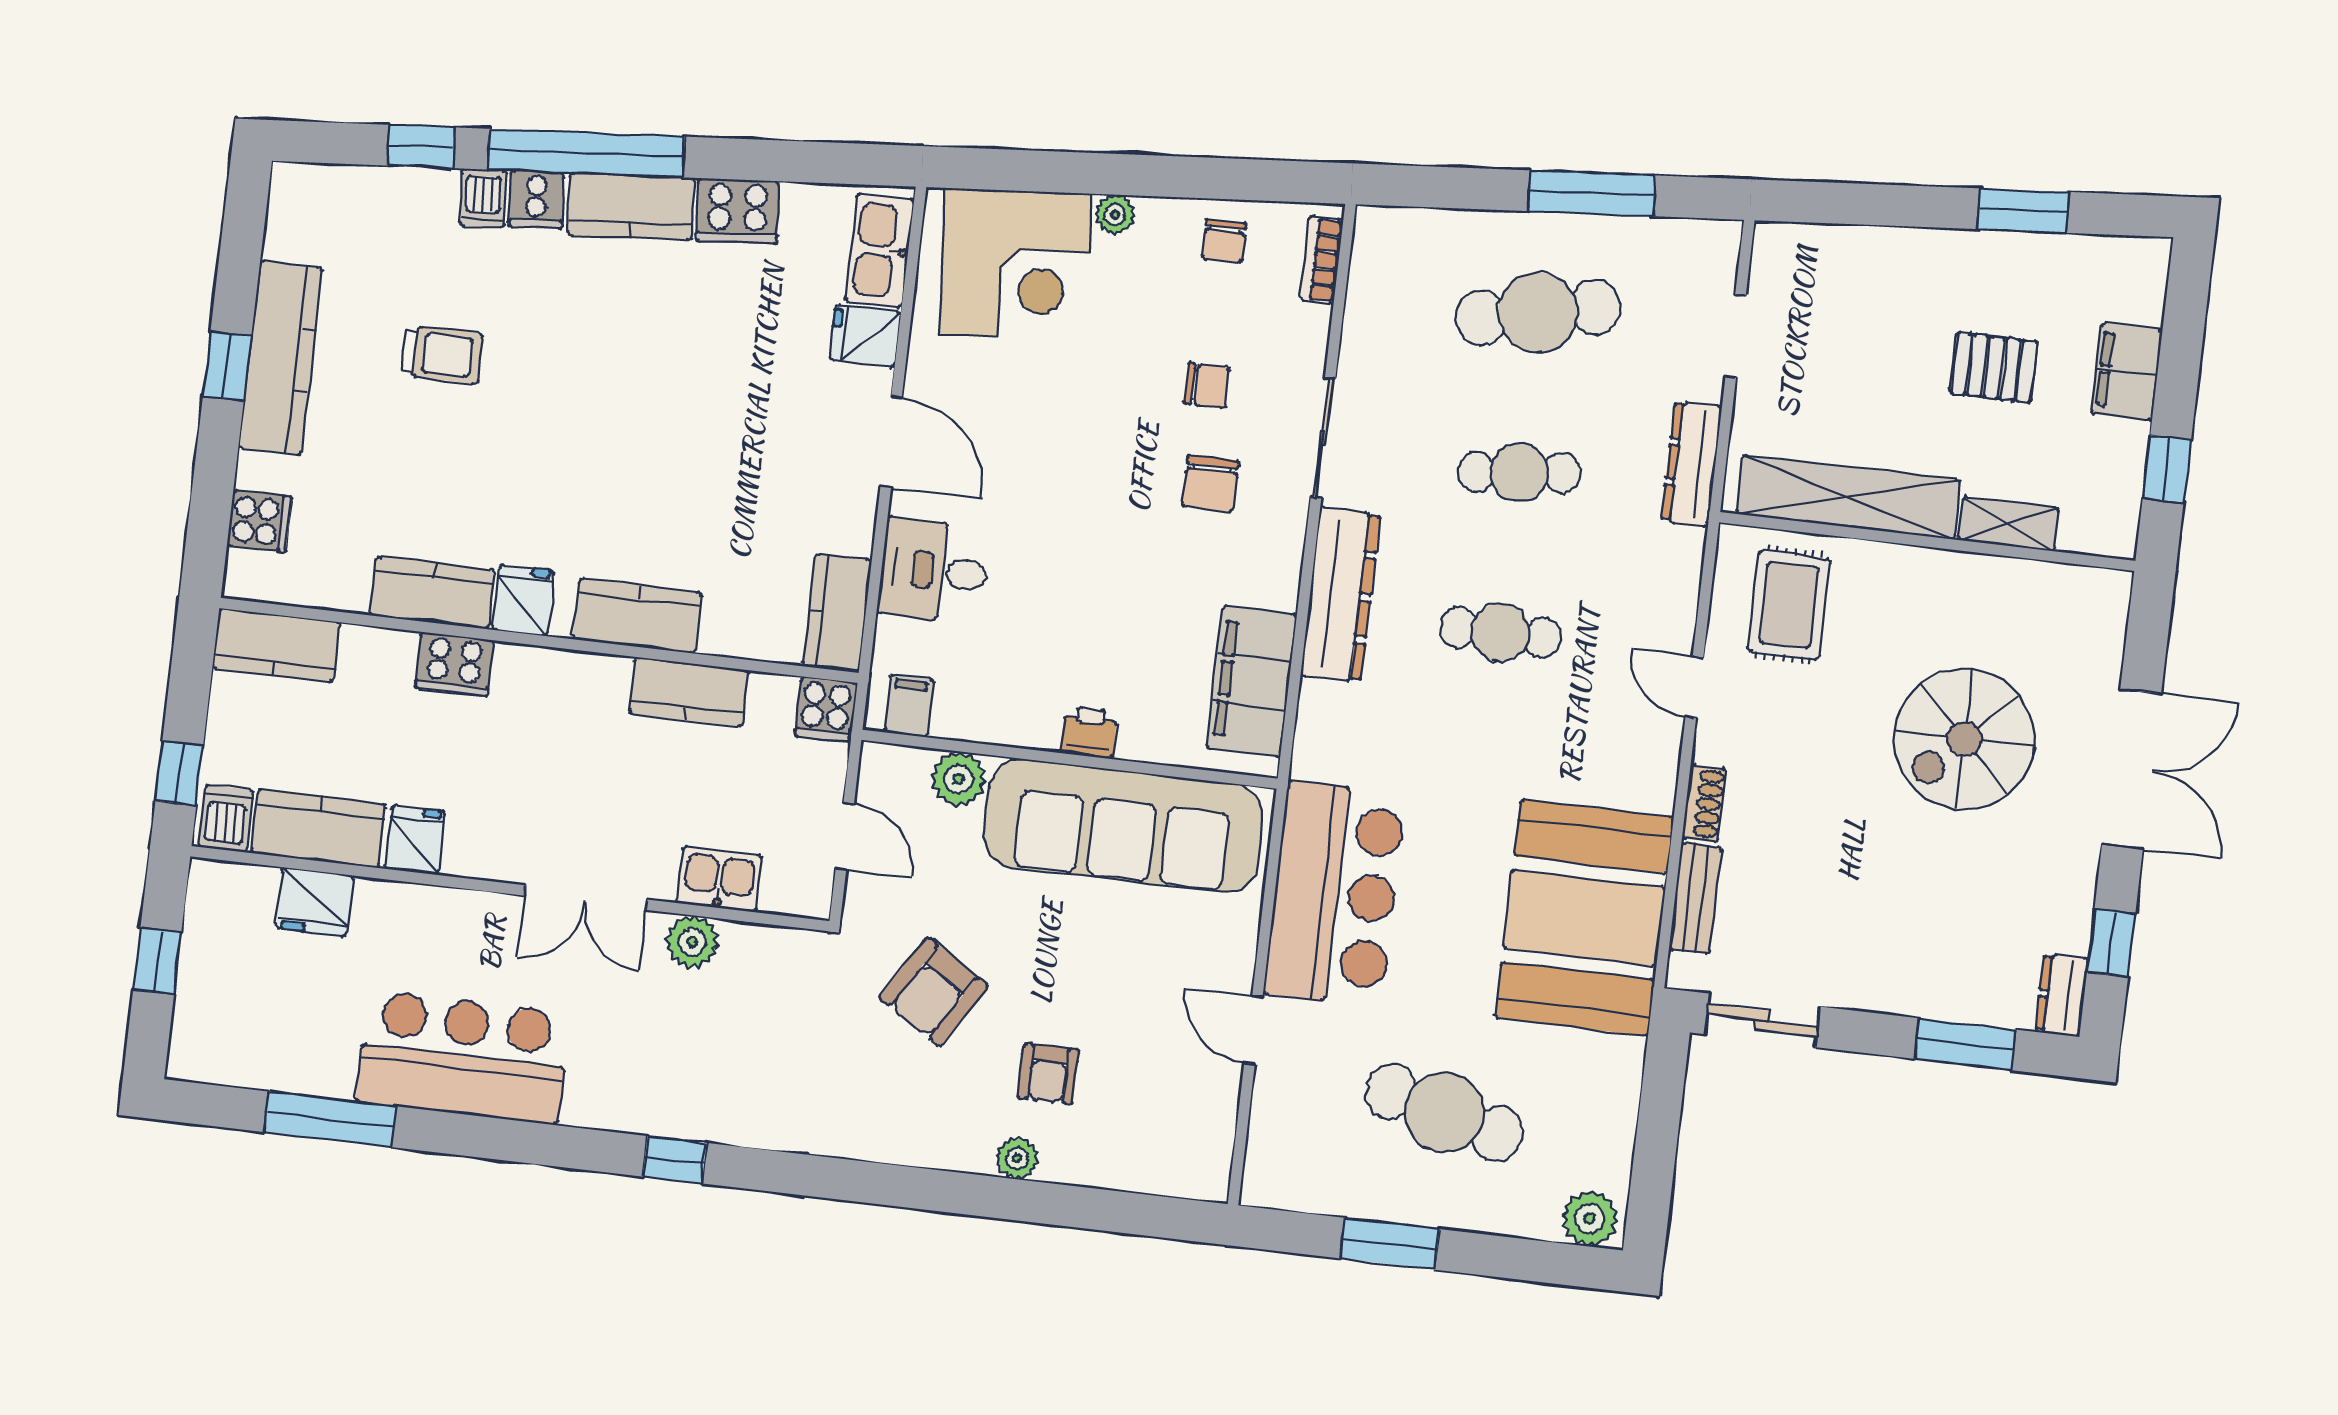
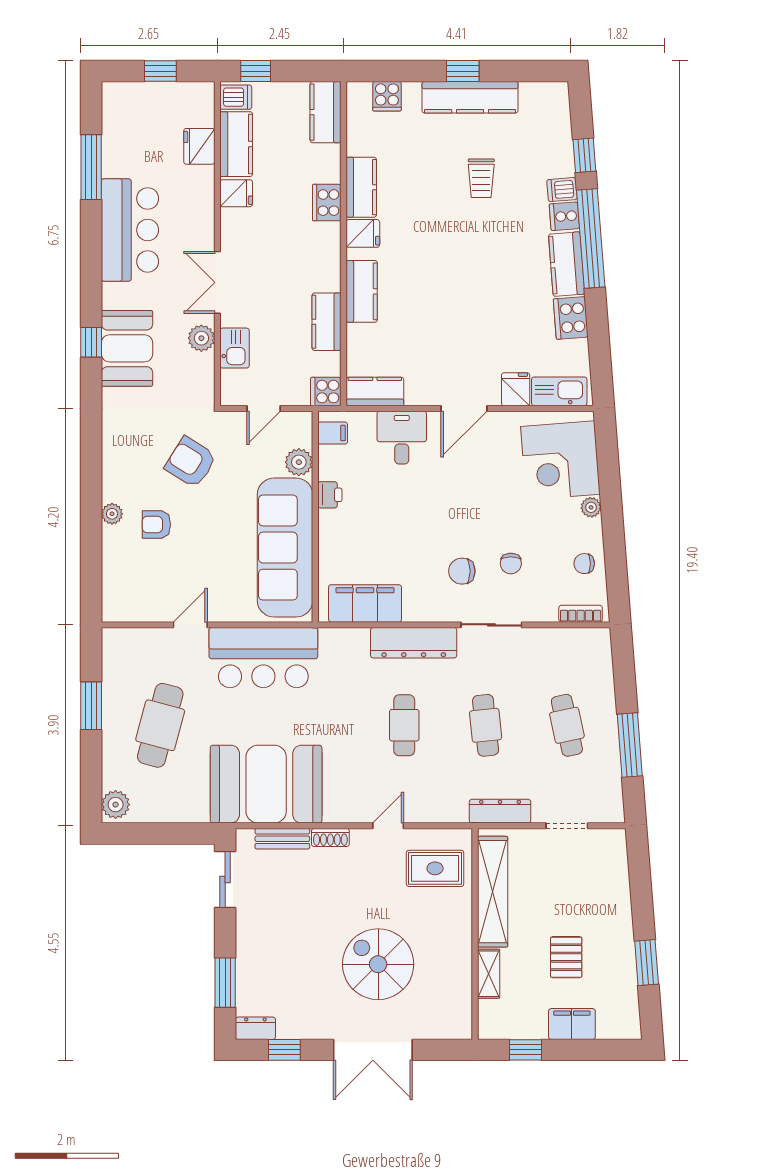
cafe table: (1538, 312) -> (567, 725), width x0.73, depth x0.74
printer: (1089, 732) -> (330, 495), moved
booth: (695, 1091) -> (127, 348), added

